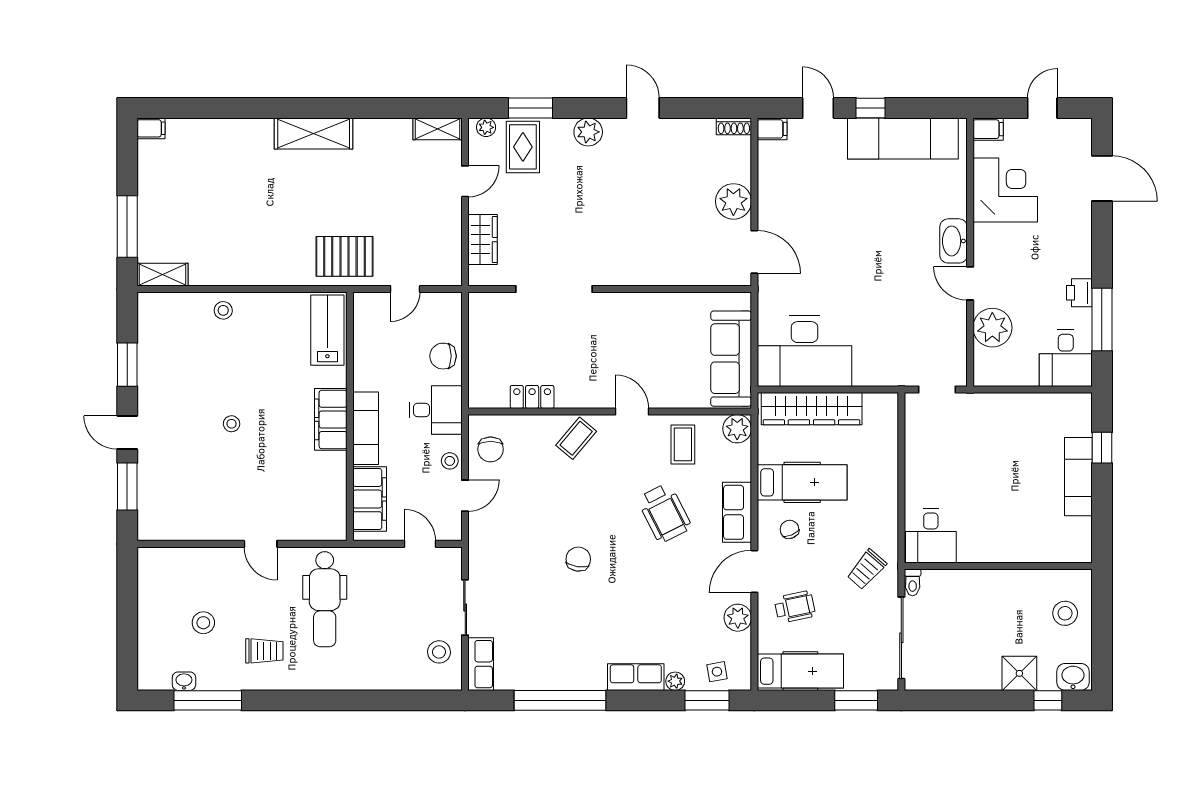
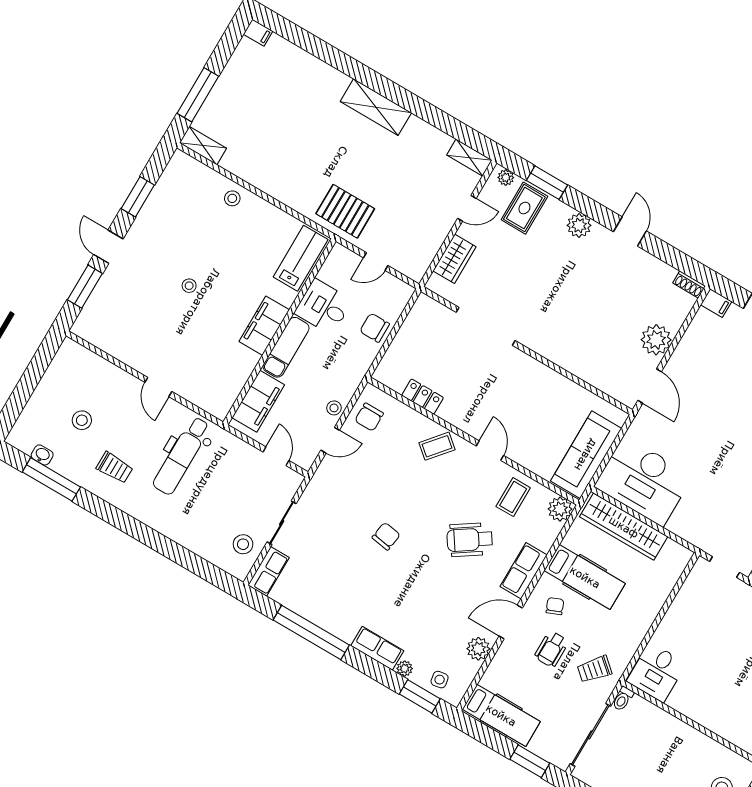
desk: (436, 410) -> (323, 307), moved, turned 180
wheelchair: (664, 513) -> (470, 540), turned 83
wheelchair: (795, 607) -> (551, 649), moved, turned 102

